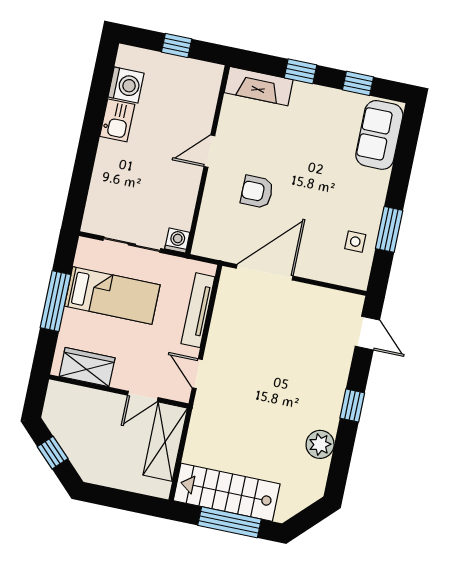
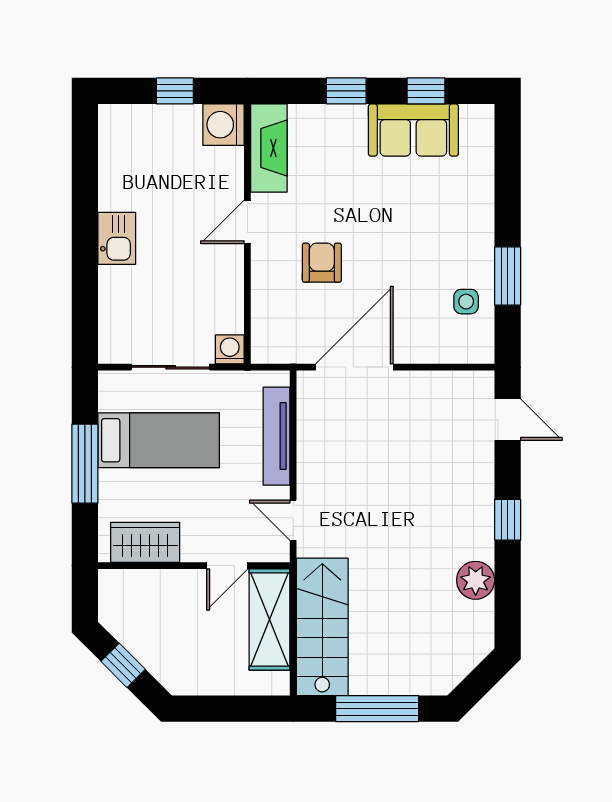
washing machine: (126, 85) -> (224, 125), moved, turned 180
fireplace: (259, 86) -> (269, 148), moved, turned -90
kitchen sink: (117, 120) -> (117, 238), moved
sofa: (379, 135) -> (413, 130), moved, turned -90
armchair: (257, 192) -> (322, 263), turned 90
stairs: (227, 492) -> (322, 627), moved, turned 90

